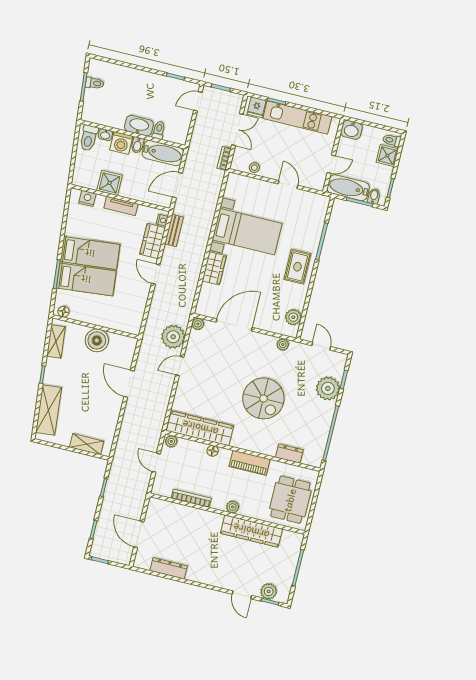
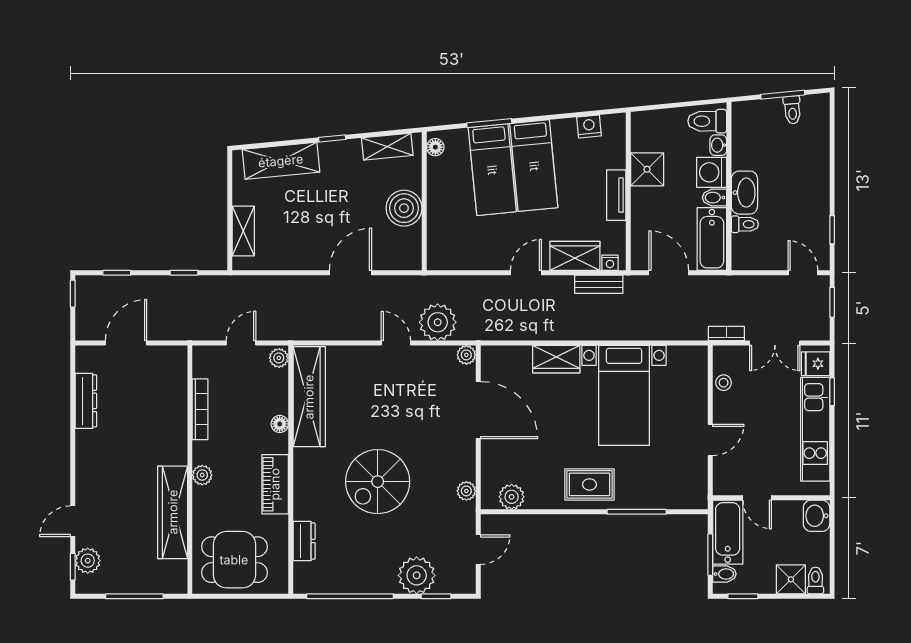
nightstand: (87, 198) -> (589, 126), moved, turned -96

